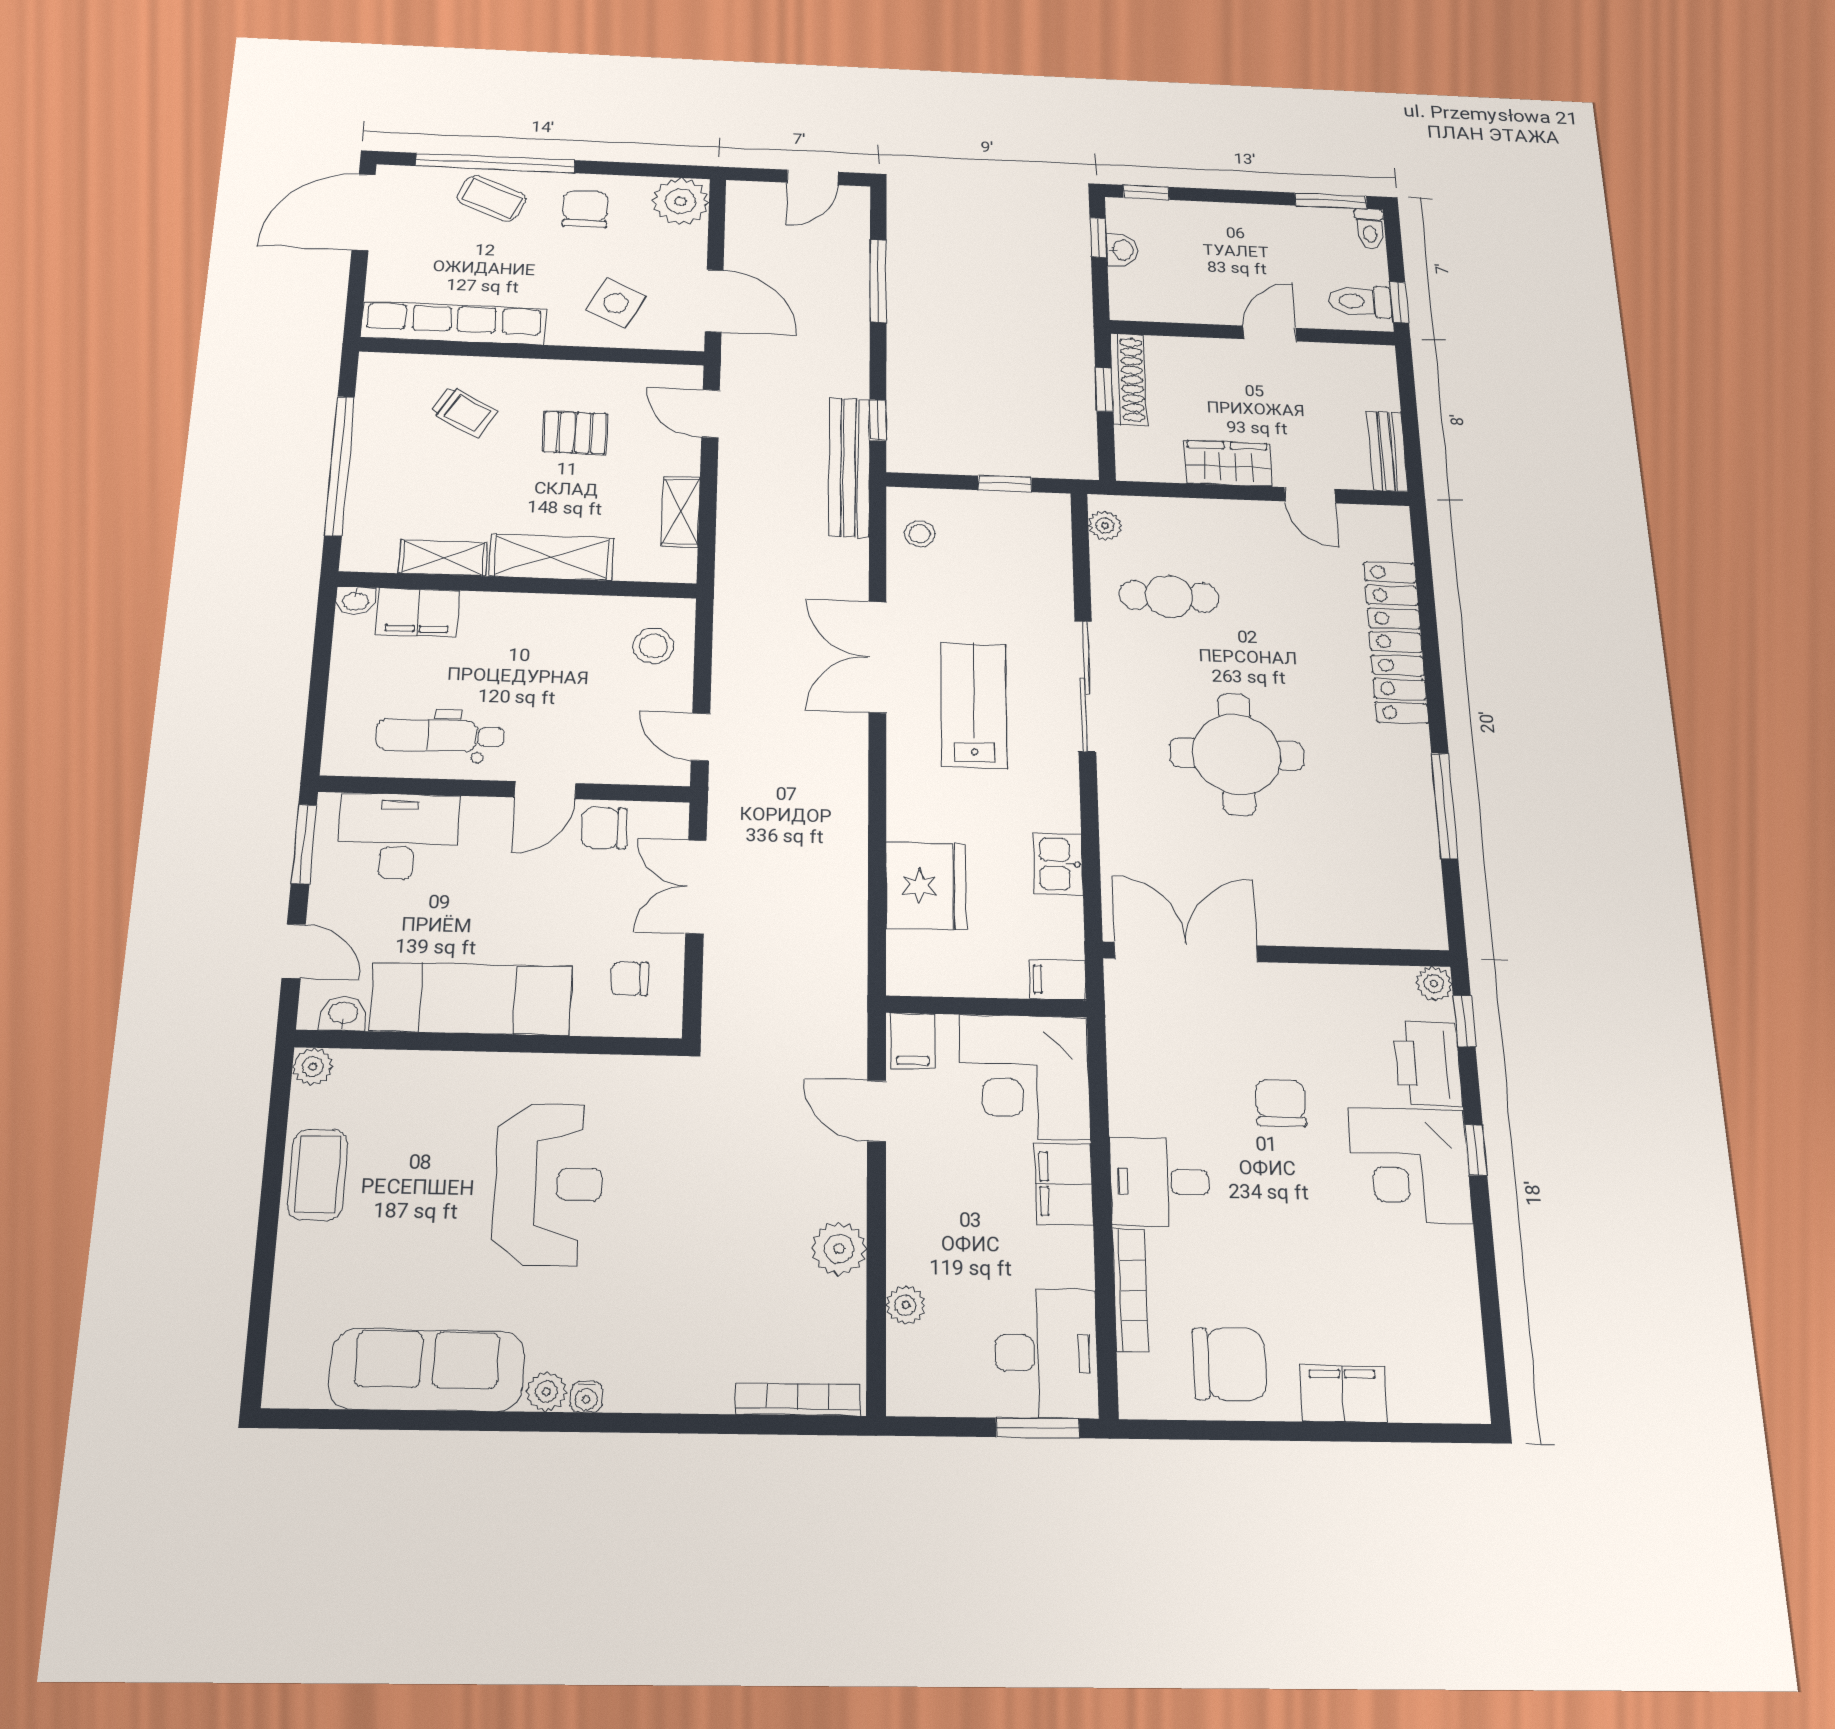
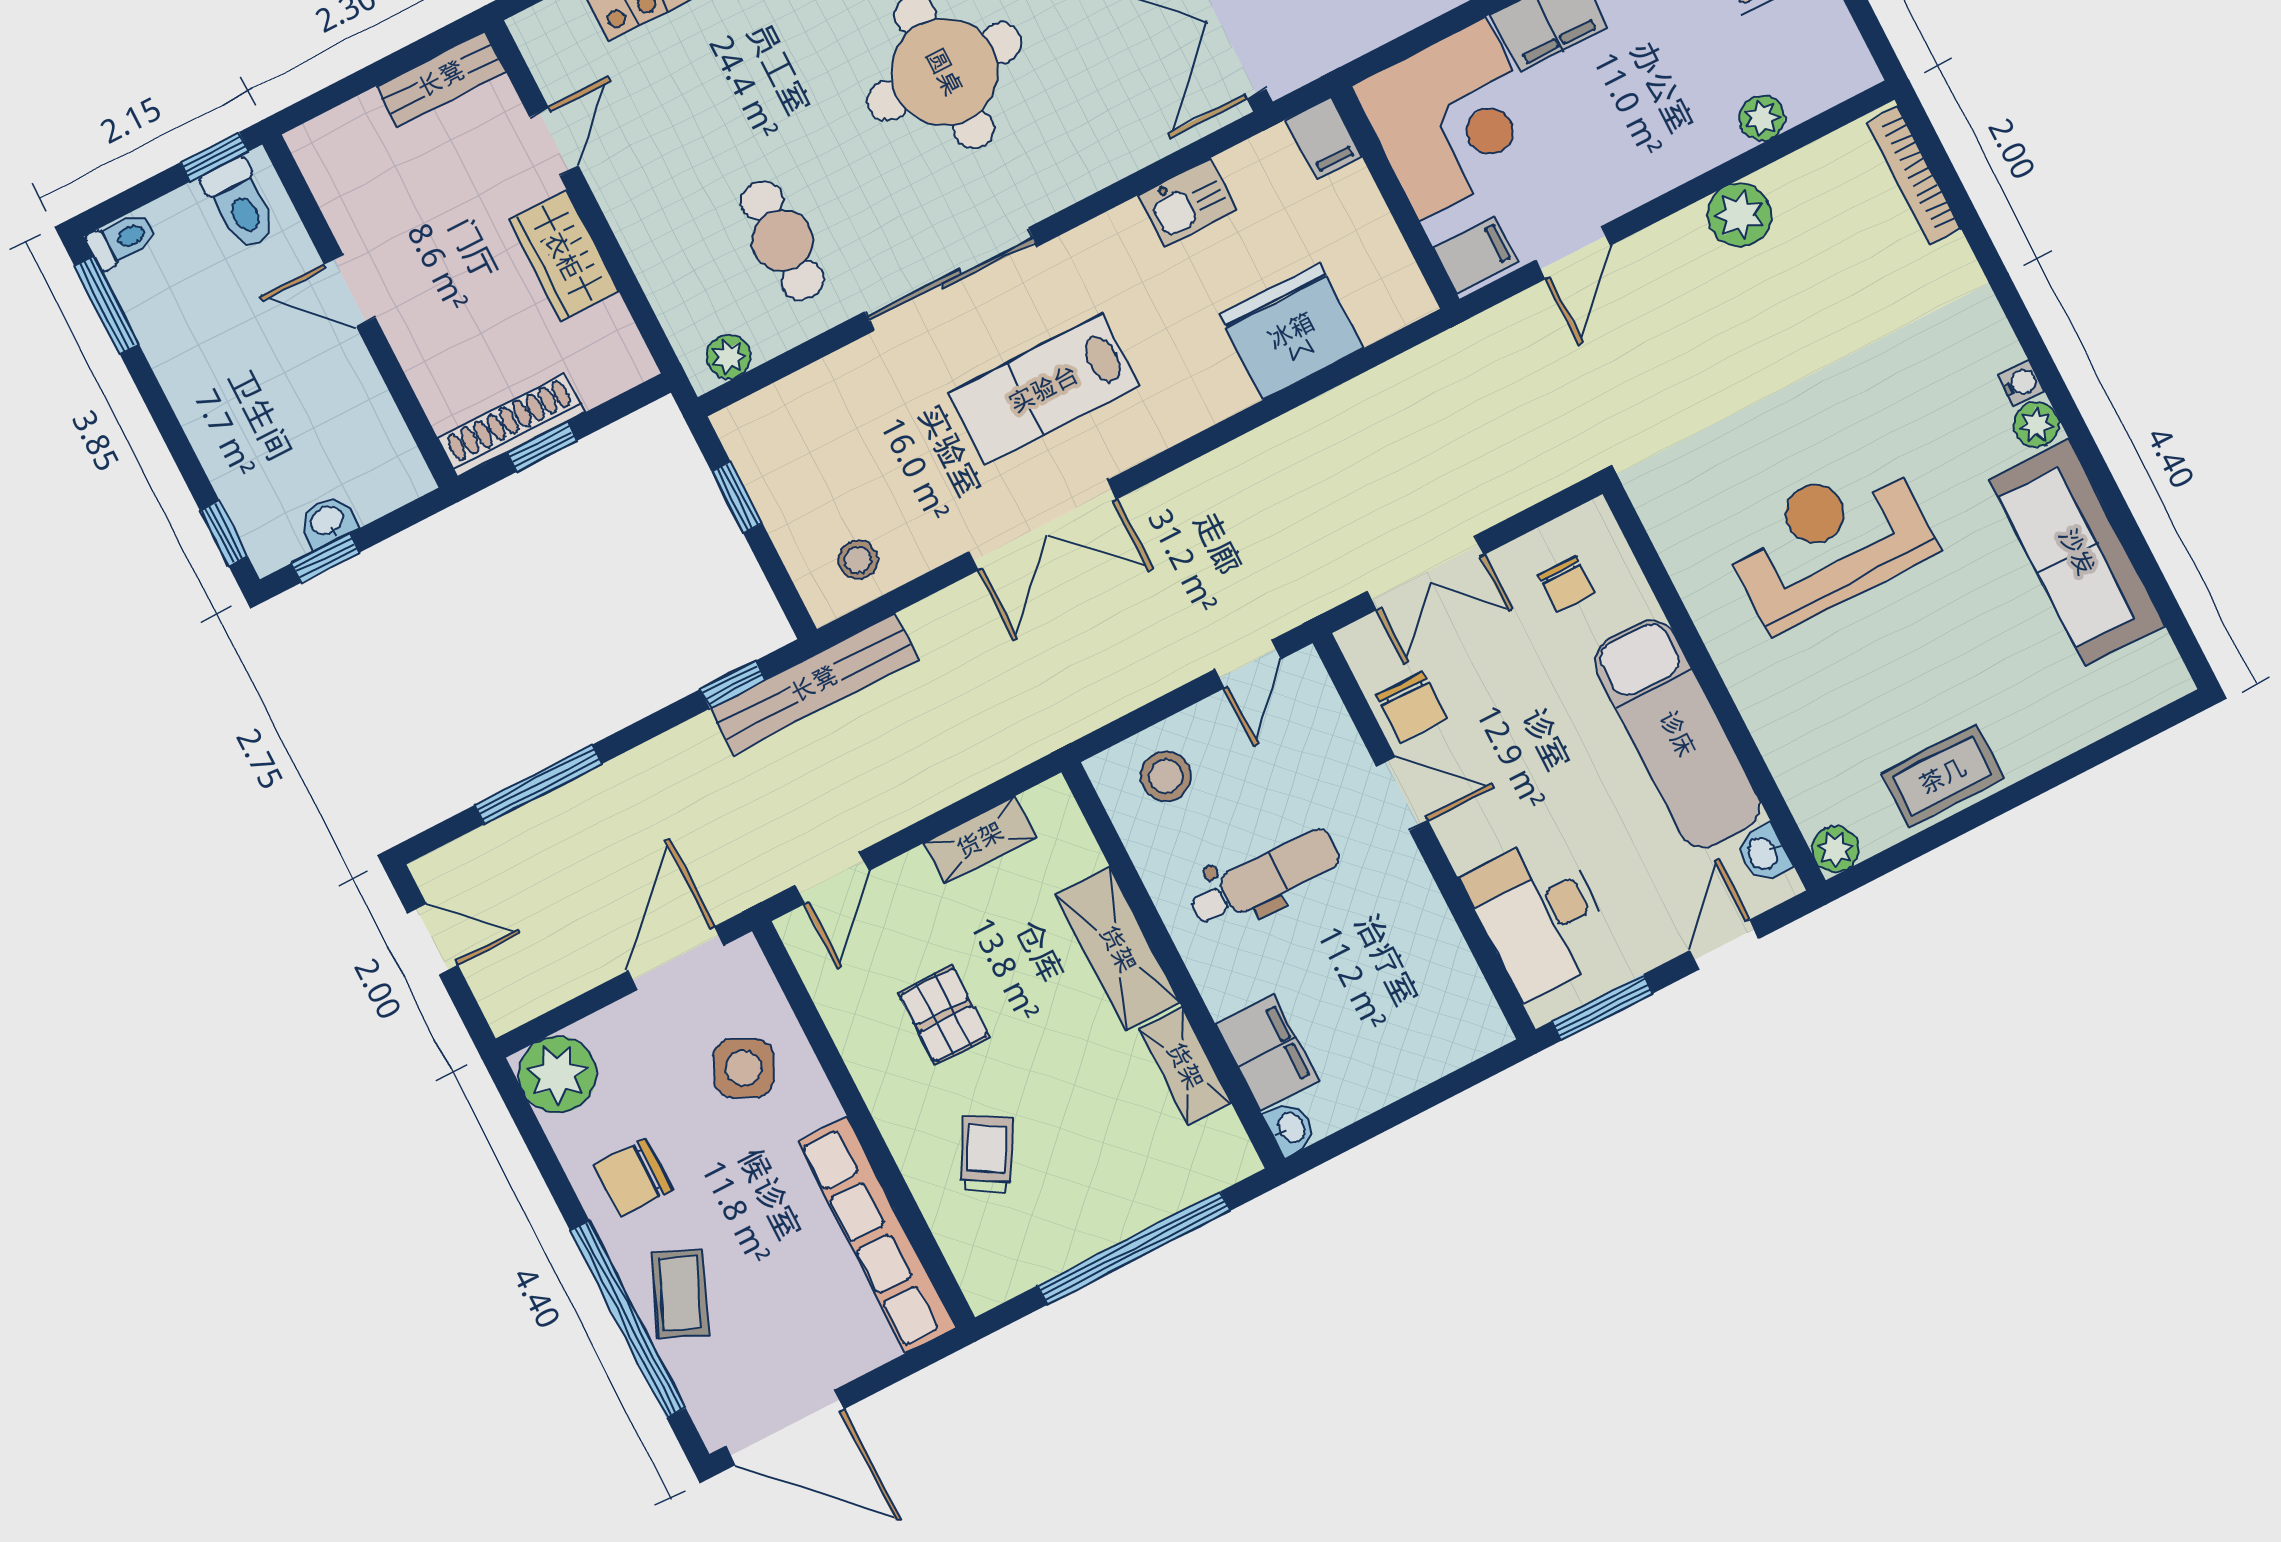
dental chair: (440, 736) -> (1265, 878), moved, turned -89

